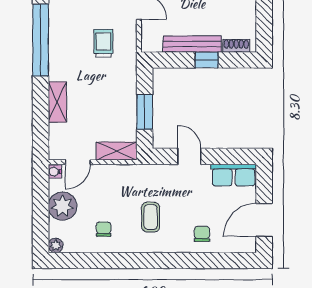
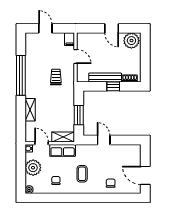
door: (78, 162) -> (42, 143), swing flipped
row of seats: (234, 175) -> (63, 150), moved
door: (264, 220) -> (145, 175), hinge flipped

